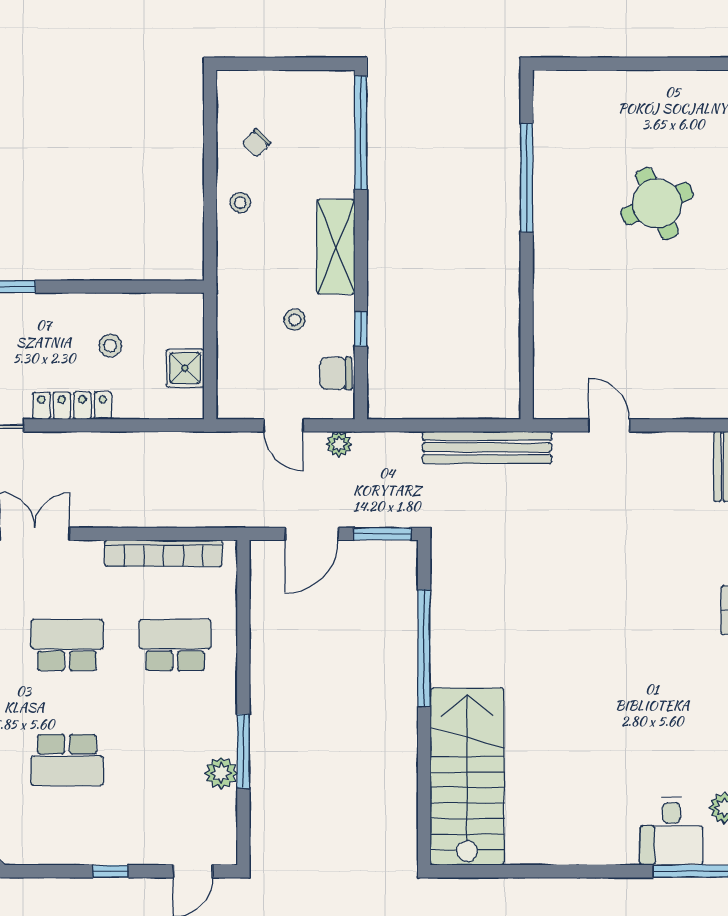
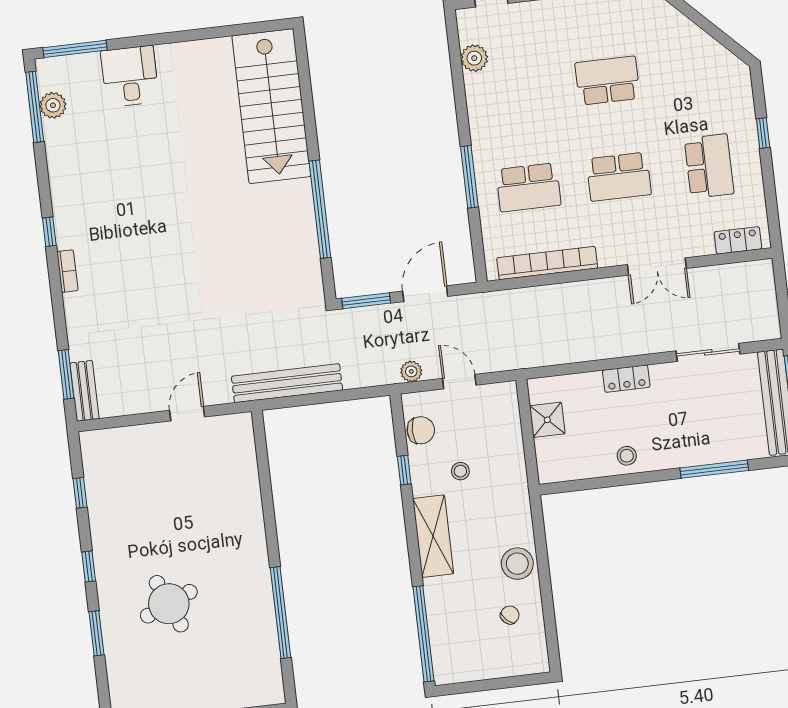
stool: (240, 203) -> (517, 564), width x1.89, depth x1.89
stool: (110, 346) -> (627, 456), moved
locker: (72, 406) -> (626, 379), width x0.66
door: (609, 425) -> (187, 414), swing flipped
window: (243, 751) -> (469, 177), moved
plant: (221, 773) -> (474, 58), moved
desk: (671, 831) -> (130, 76), moved

